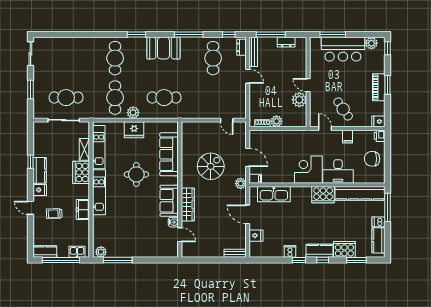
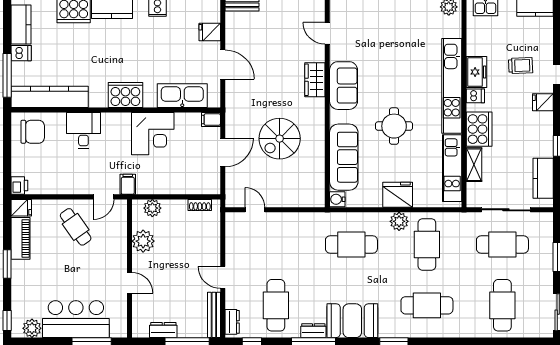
dresser: (189, 42) -> (313, 331), added
cafe table: (66, 58) -> (502, 305), added
cafe table: (115, 58) -> (427, 305), turned 90
door: (308, 85) -> (129, 283), moved
piano: (379, 87) -> (21, 238), moved
plant: (276, 121) -> (152, 208), moved
door: (325, 128) -> (104, 197), hinge flipped
filing cabinet: (348, 137) -> (128, 184), moved
door: (248, 157) -> (223, 152), swing flipped
chair: (372, 159) -> (33, 132), moved
kitchen counter: (40, 170) -> (543, 178), moved
corner desk: (308, 170) -> (153, 134), moved
desk: (338, 171) -> (83, 131), width x0.73
plant: (241, 183) -> (234, 112), removed
kitchen unit: (99, 192) -> (452, 86), width x1.36
dishwasher: (84, 194) -> (475, 96), added
cooker: (323, 195) -> (125, 95), moved
wardrobe: (188, 204) -> (315, 80), width x0.67
water cooler: (173, 222) -> (337, 199), moved

